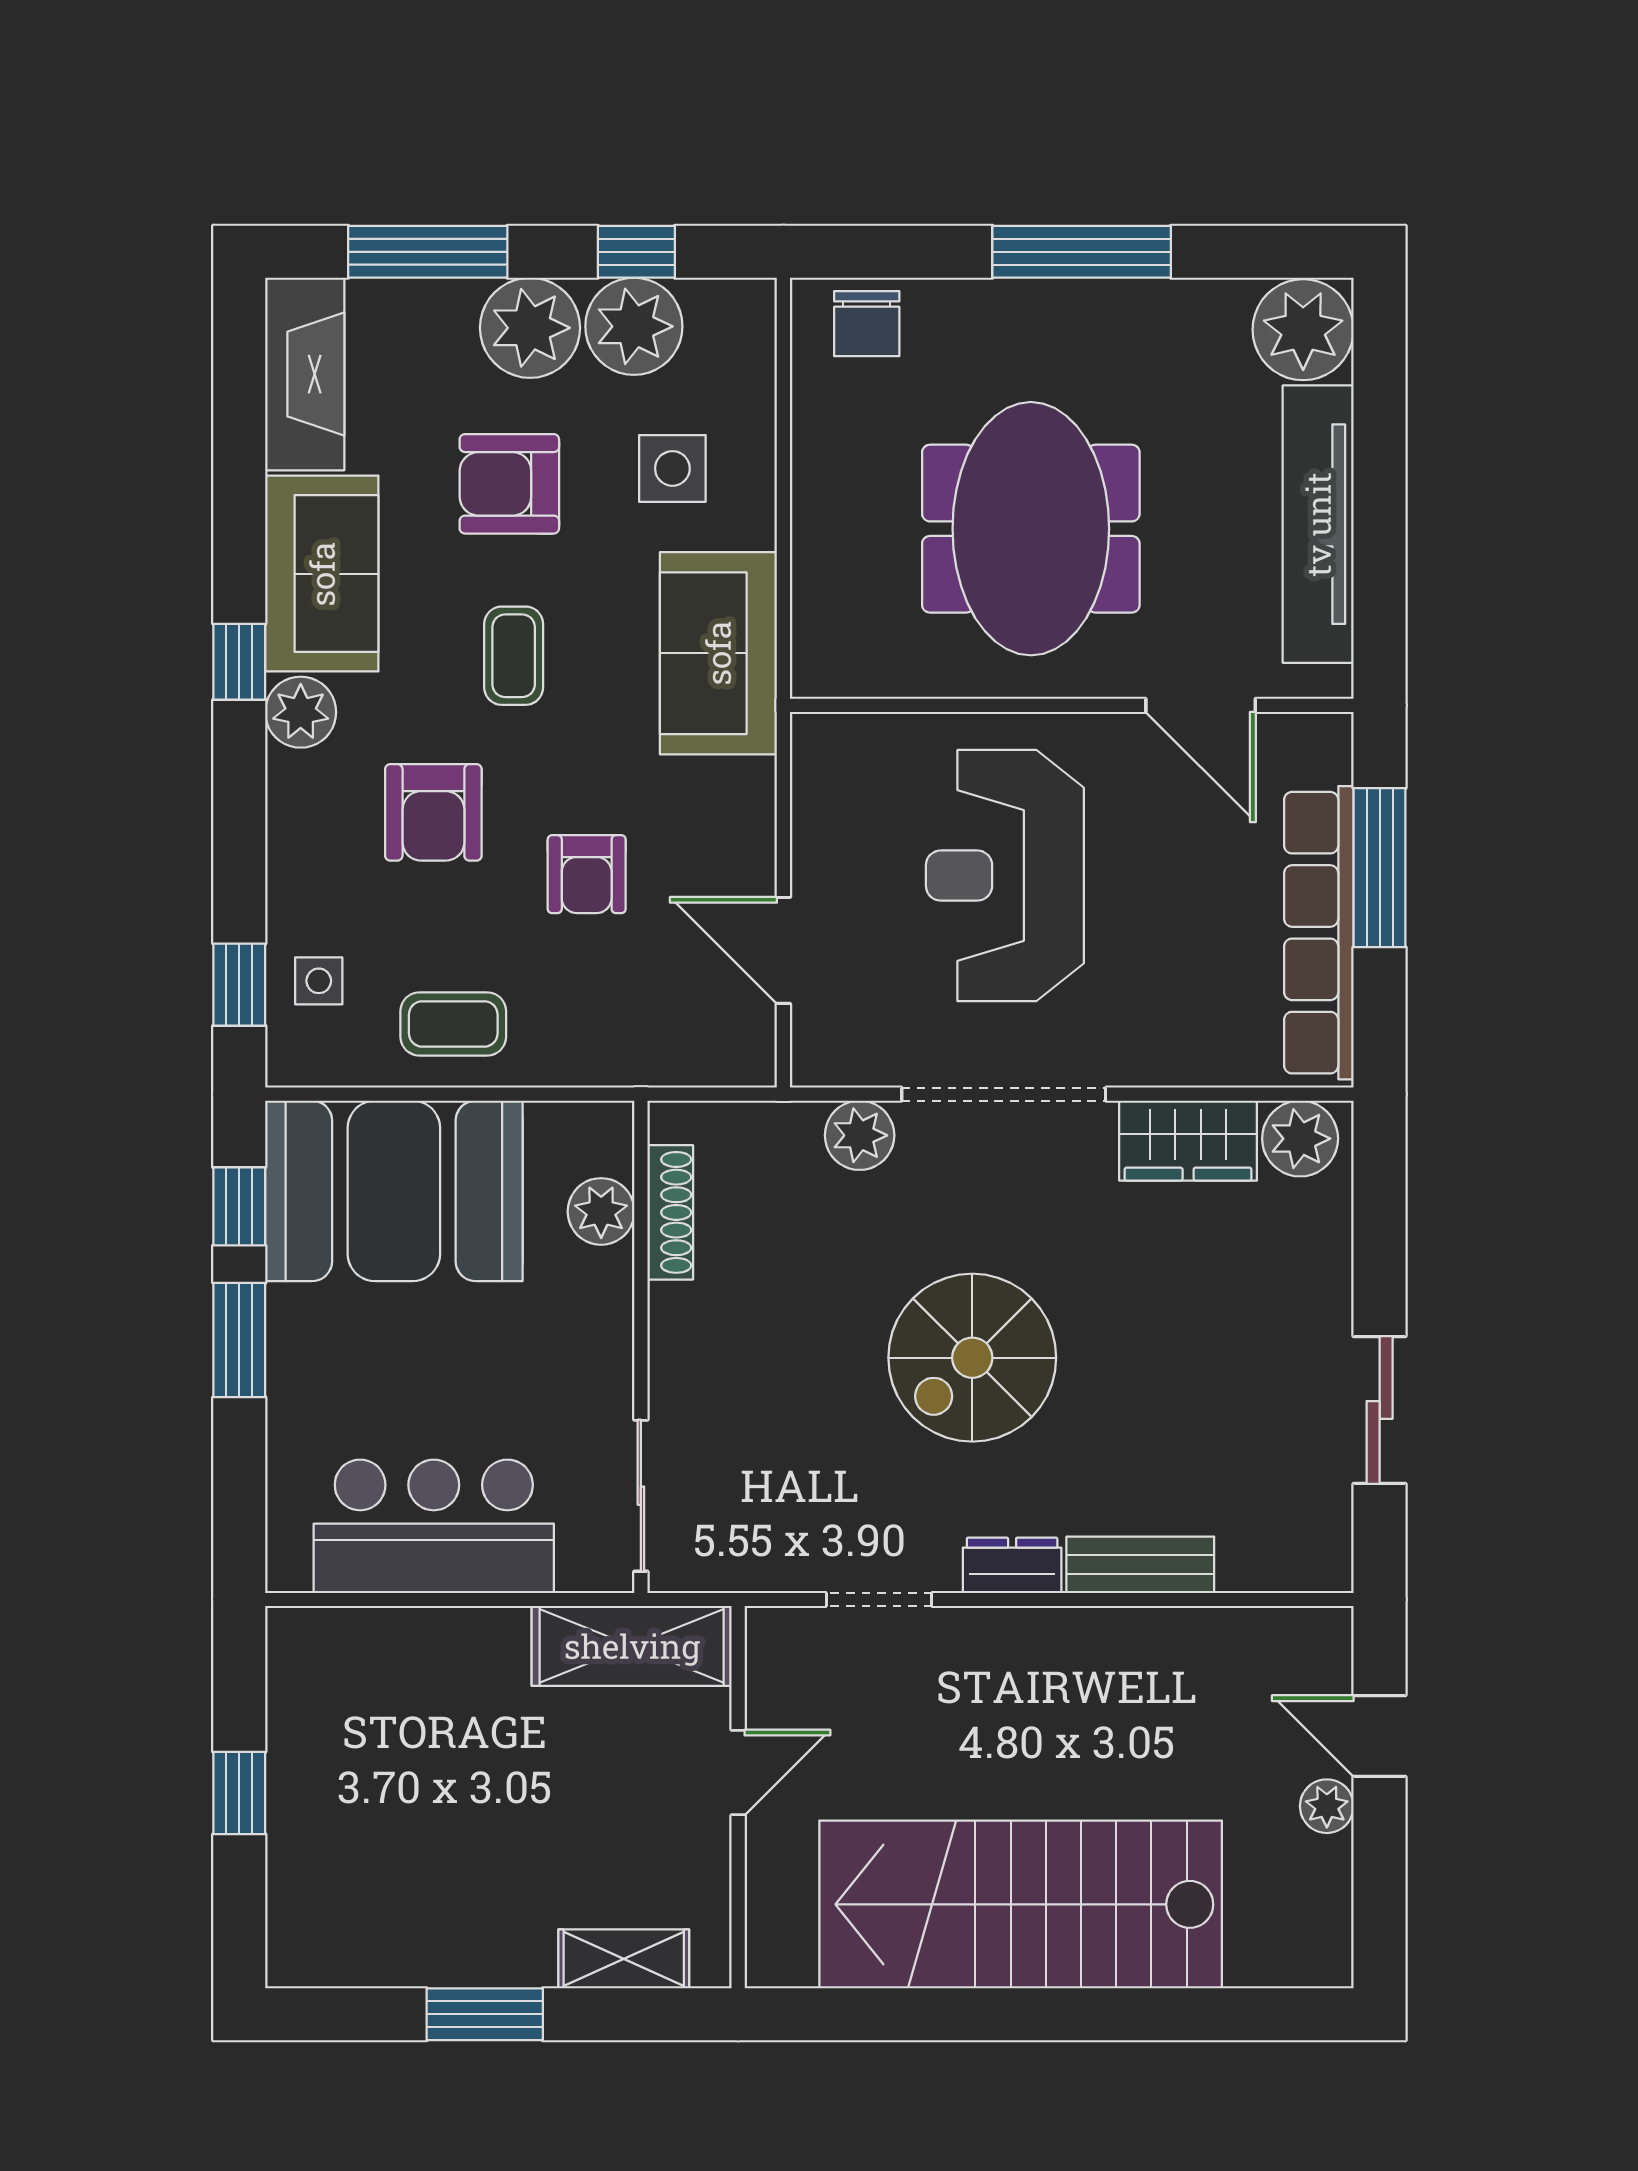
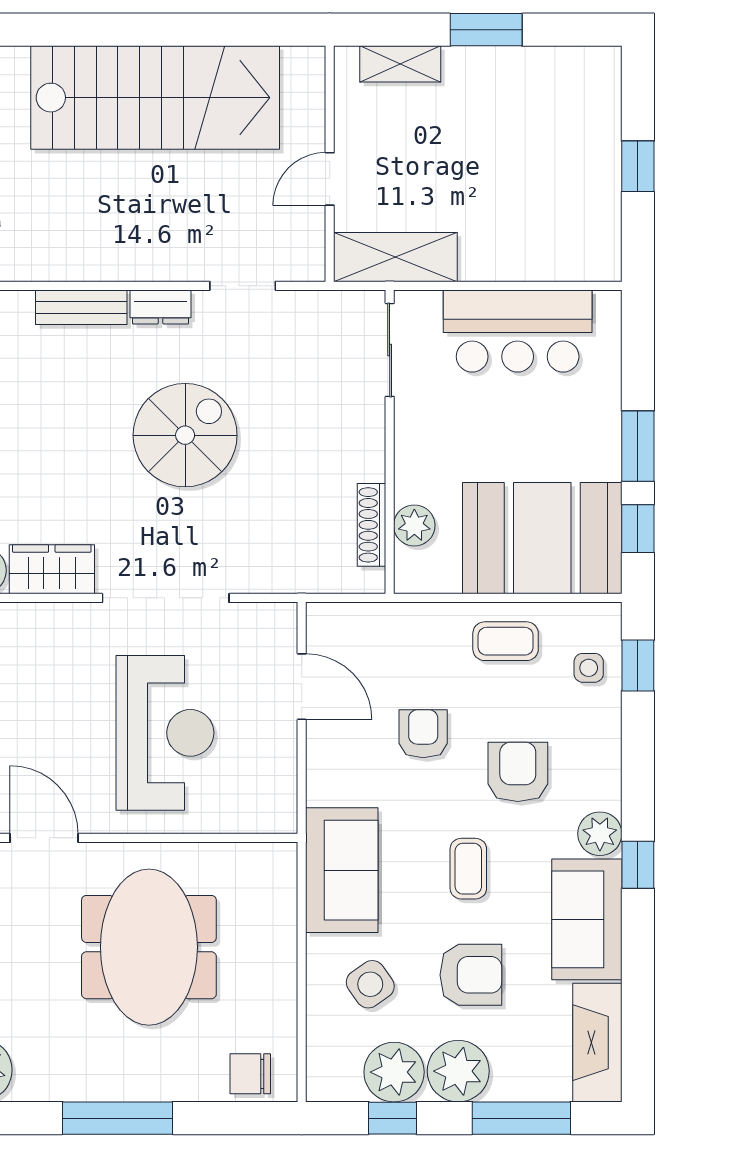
chair: (867, 324) -> (250, 1074), turned -90
side table: (672, 468) -> (370, 984), turned -35
plant: (860, 1135) -> (255, 572), removed

